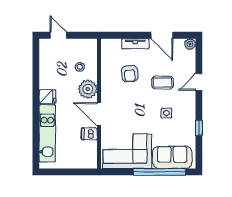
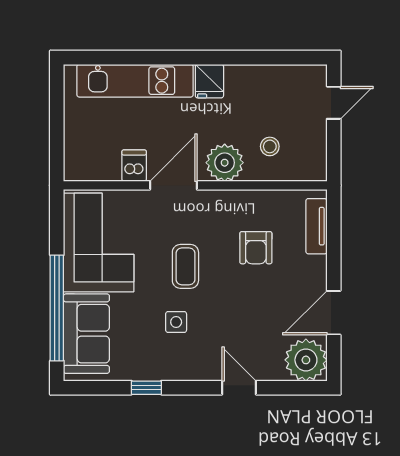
tv unit: (135, 44) -> (316, 226), moved
plant: (190, 44) -> (306, 360), width x1.88, depth x1.88
armchair: (130, 74) -> (256, 248), turned -85
coffee table: (163, 82) -> (185, 266), moved

